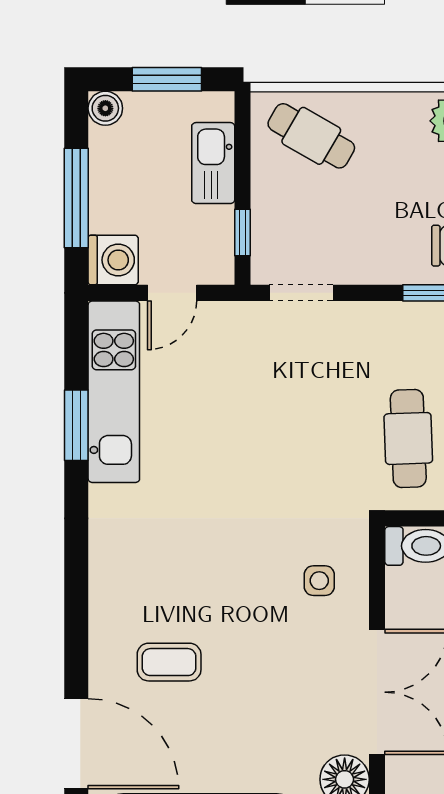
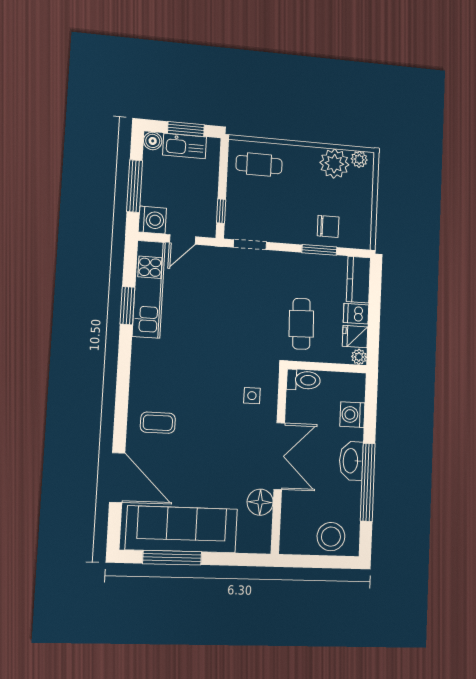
cafe table: (311, 136) -> (259, 165), turned -30
kitchen sink: (213, 163) -> (185, 146), moved, turned -90
coffee table: (169, 662) -> (158, 423), moved

